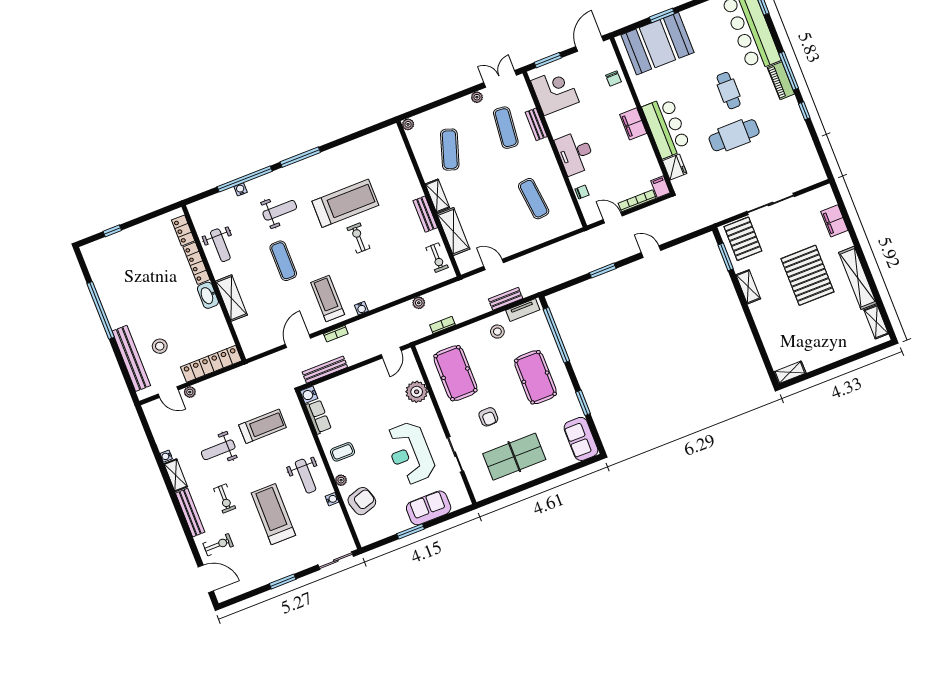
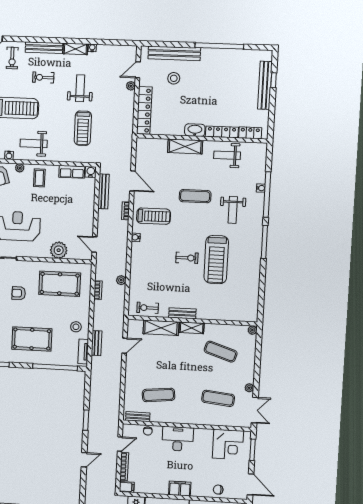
bench: (536, 124) -> (138, 417), moved
bench: (122, 238) -> (265, 85), added

